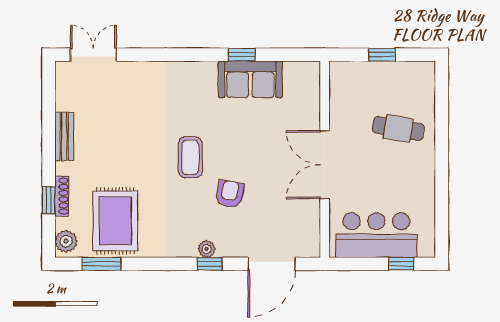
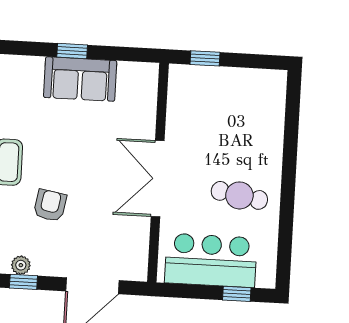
window: (382, 55) -> (205, 58), moved
cafe table: (398, 128) -> (239, 195), moved

